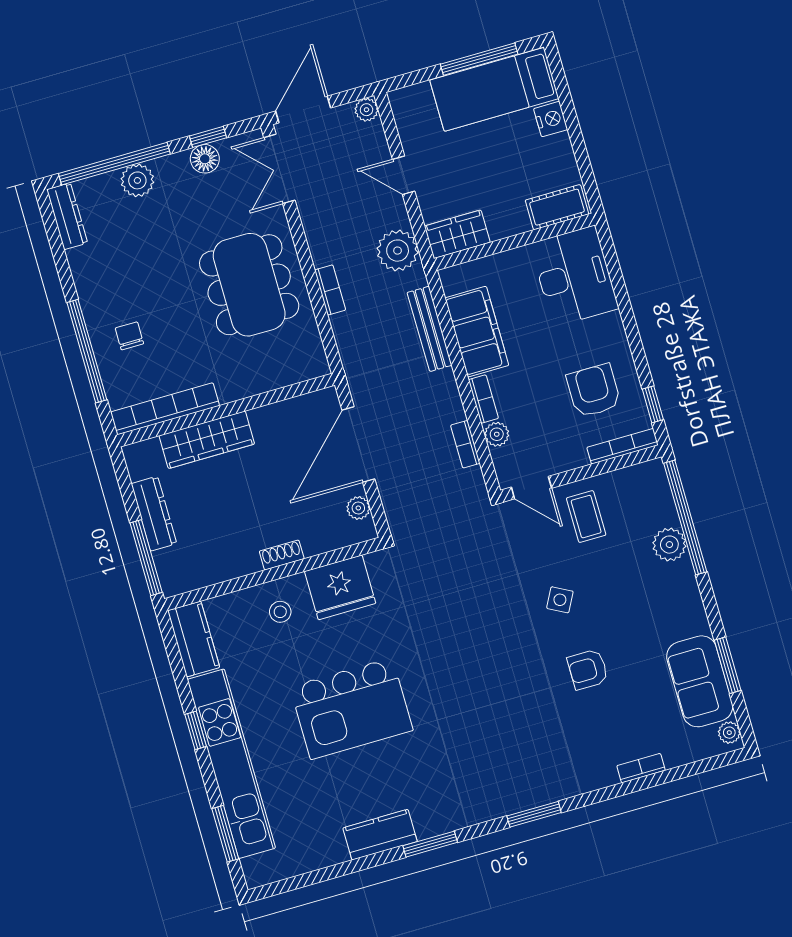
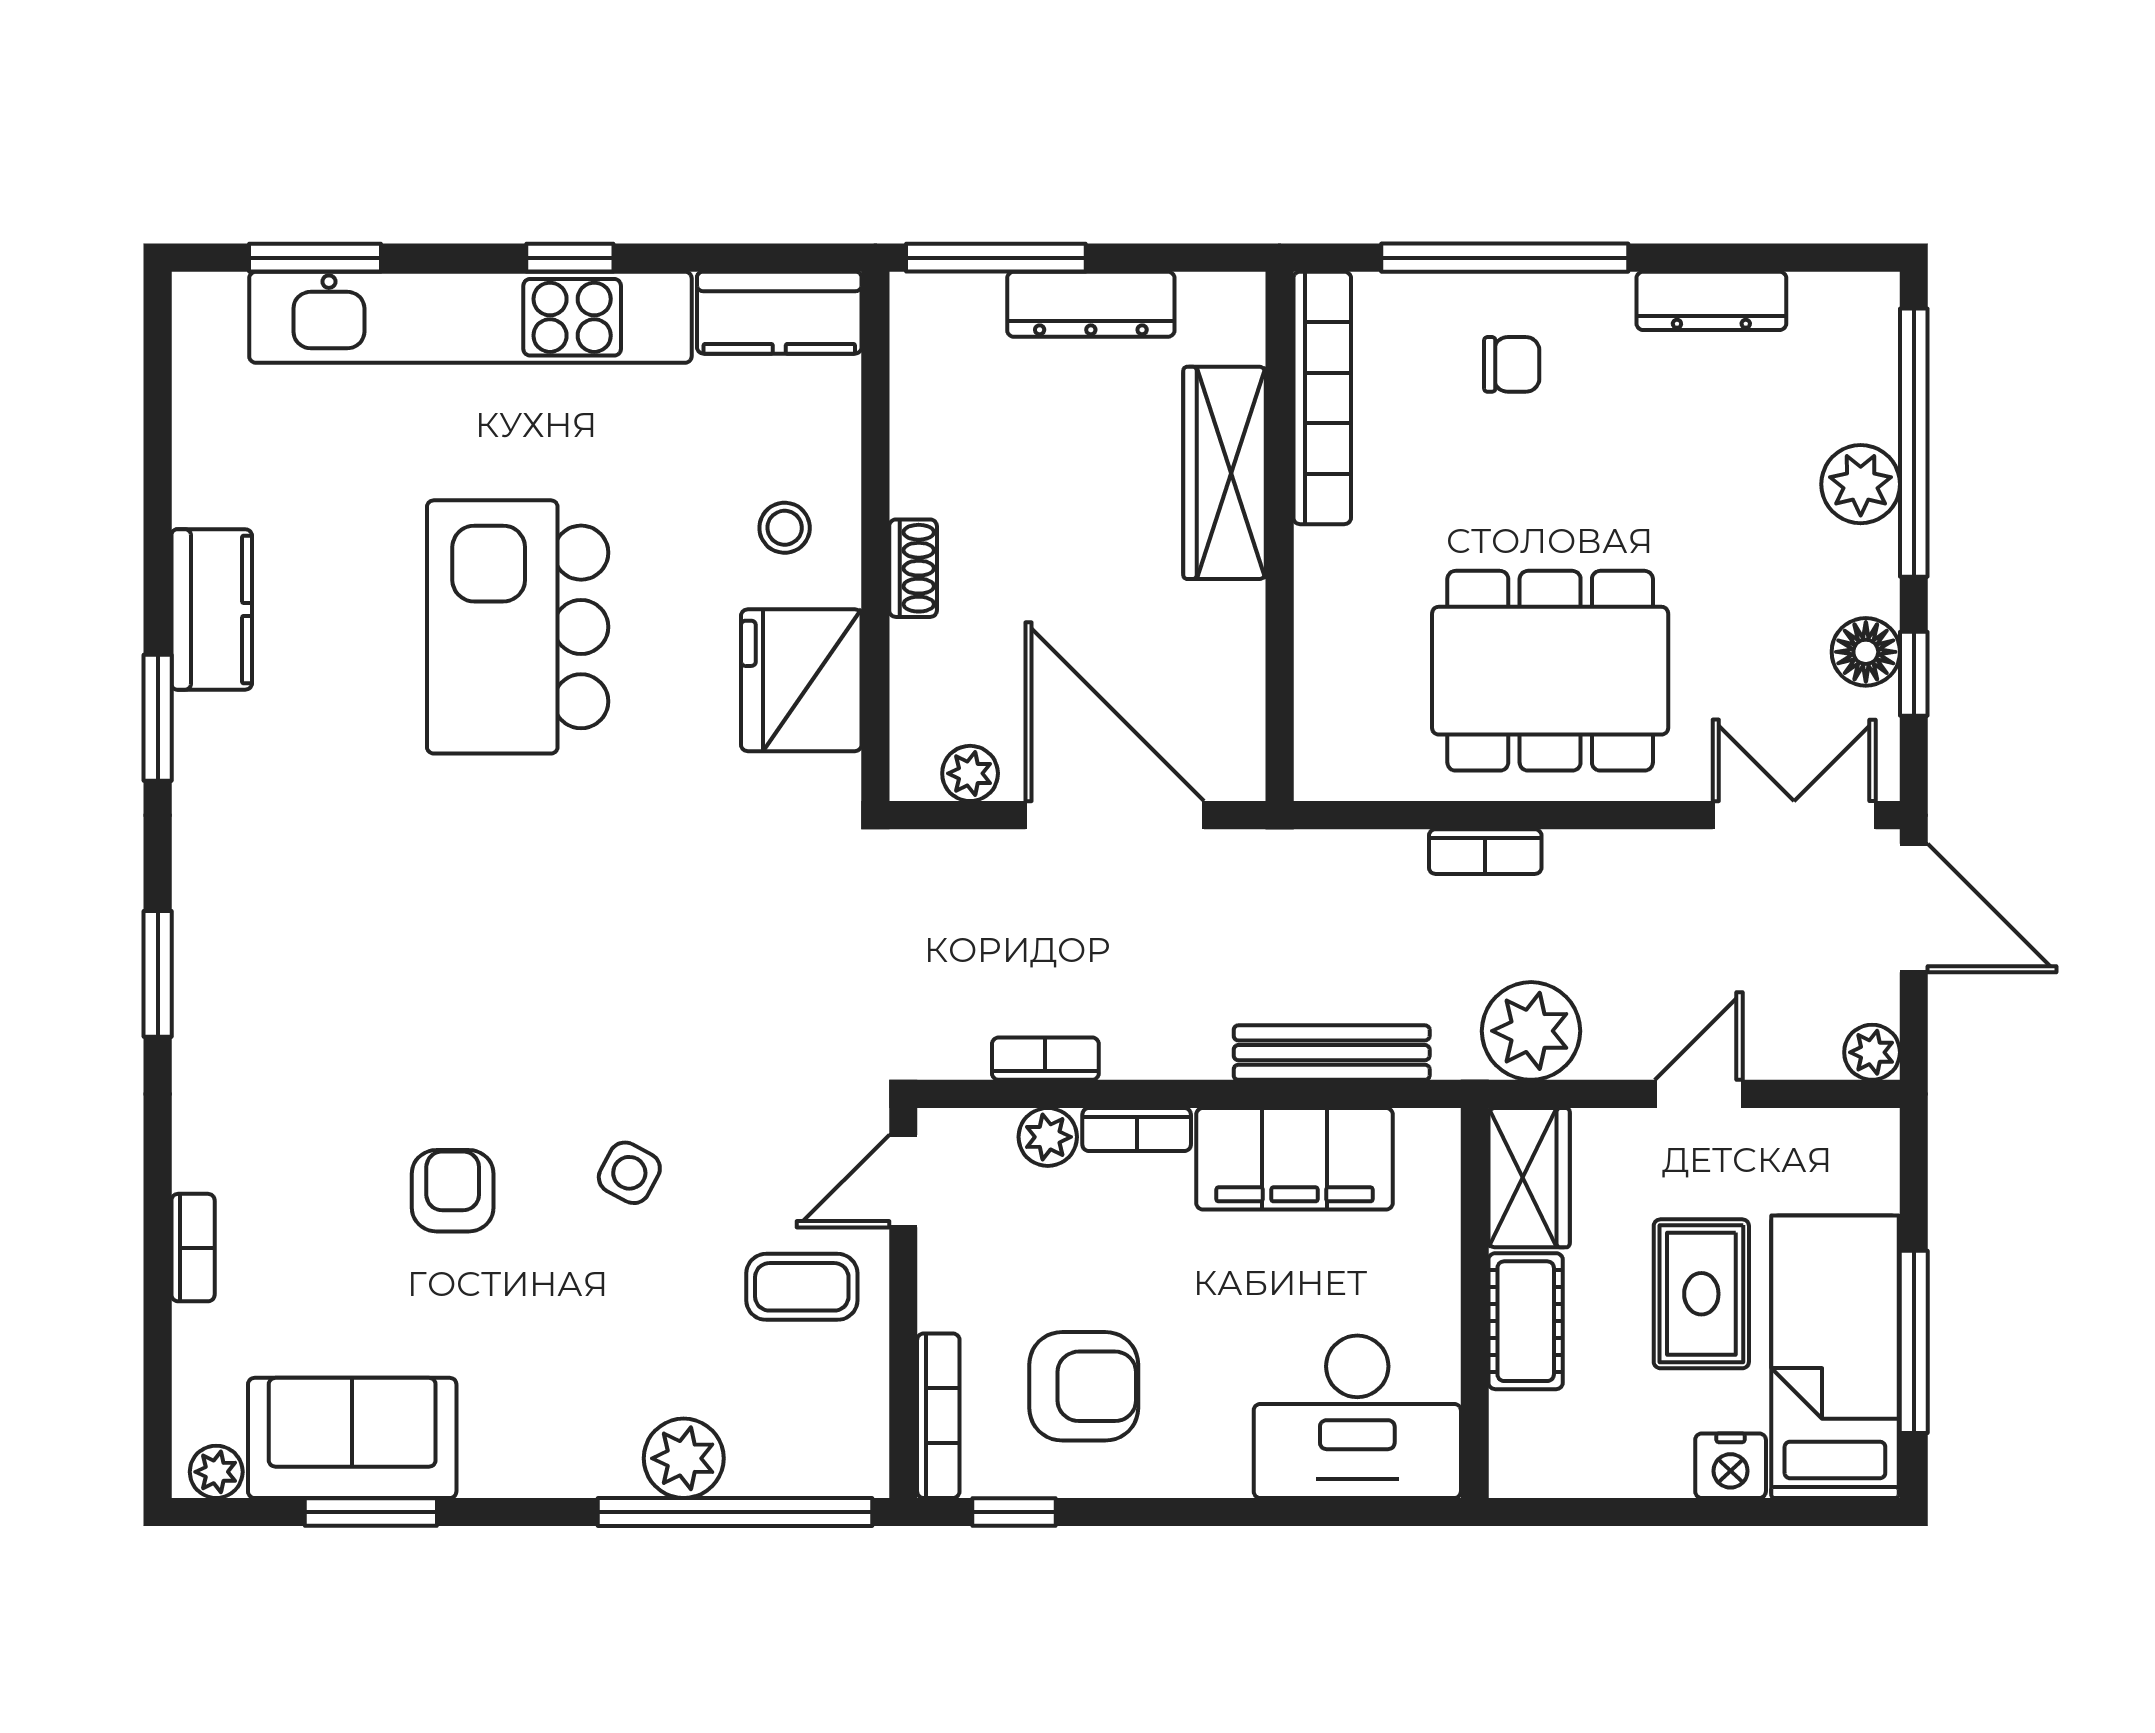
rug: (484, 151) -> (1701, 1294), added
cot: (557, 207) -> (1526, 1321), moved
dresser: (67, 216) -> (1711, 301), moved

